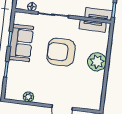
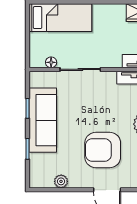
sofa: (21, 43) -> (43, 120), width x1.36
armchair: (61, 52) -> (103, 150), moved

